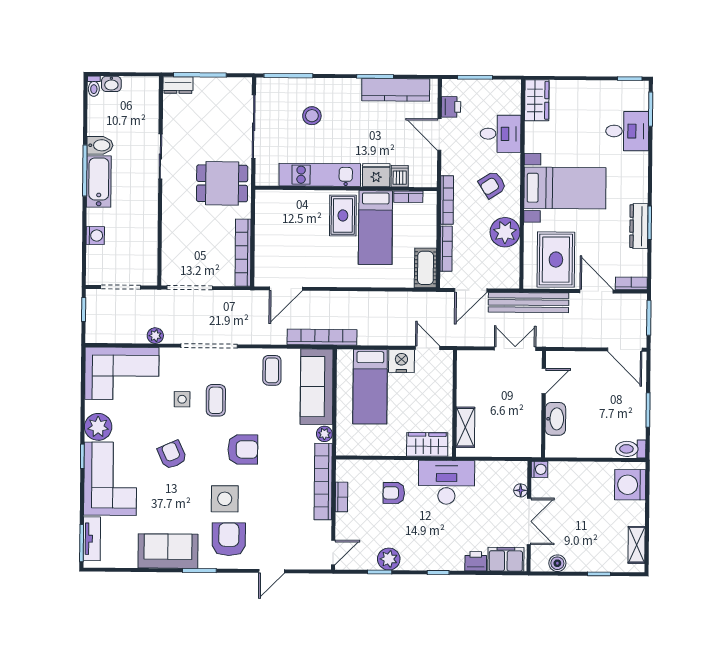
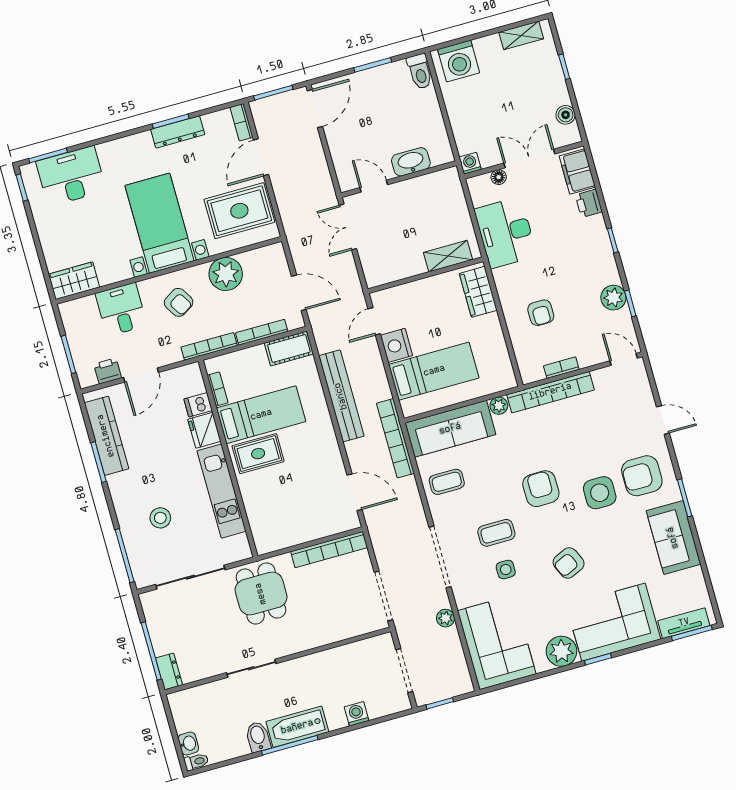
desk: (627, 131) -> (71, 176), width x1.37
bench: (528, 303) -> (341, 396), moved
desk: (446, 482) -> (506, 233), moved

